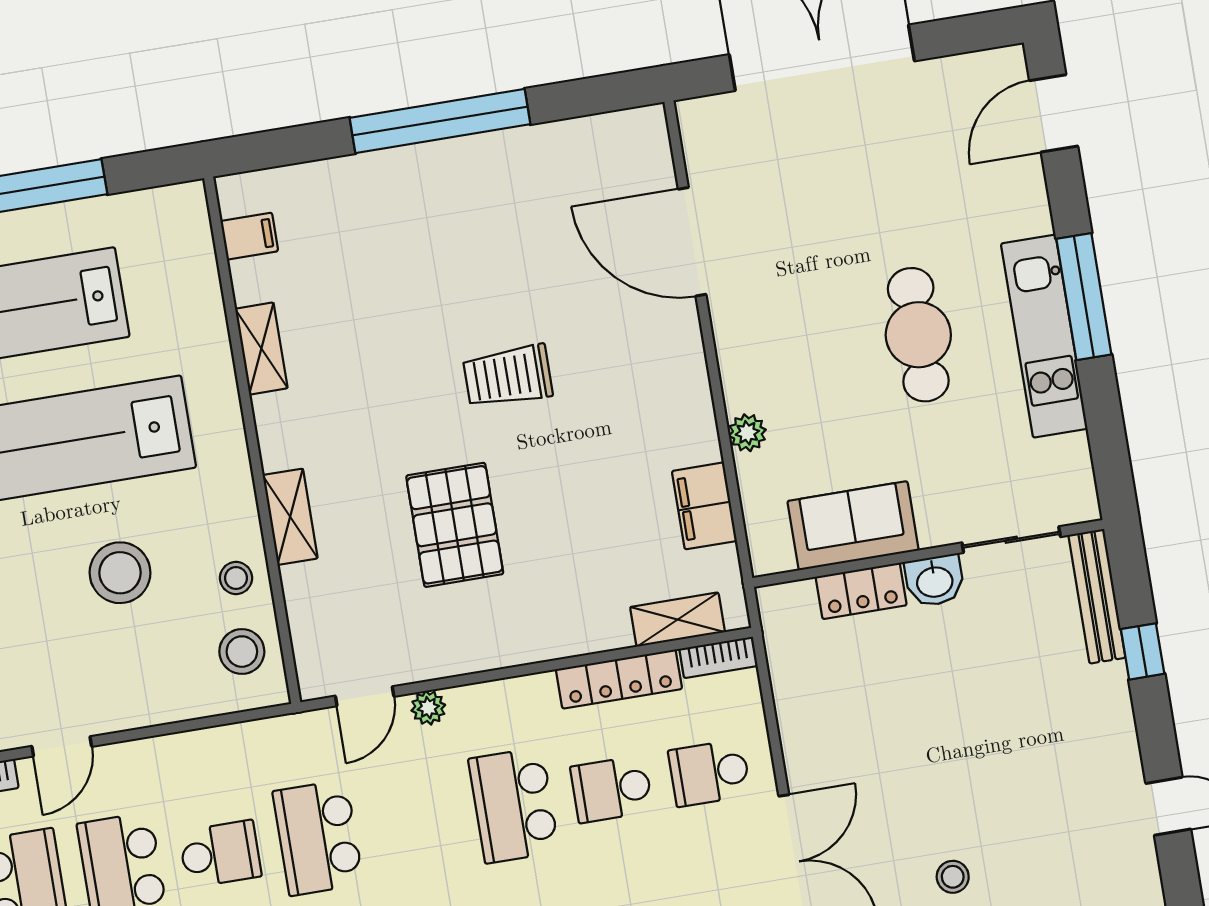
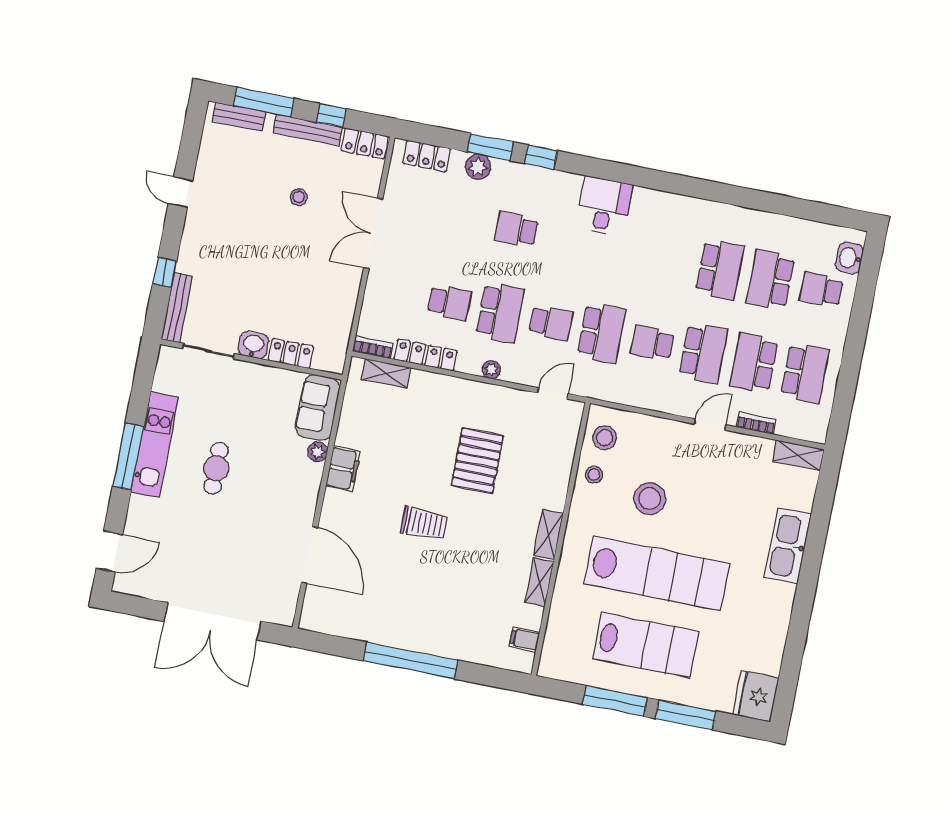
cafe table: (918, 335) -> (216, 468), width x0.73, depth x0.74
filing cabinet: (704, 506) -> (343, 469), moved
shelving: (290, 517) -> (548, 535), moved
sofa: (853, 526) -> (318, 407), moved, turned 90
plant: (428, 708) -> (491, 370), moved
school desk: (709, 773) -> (551, 323), moved

